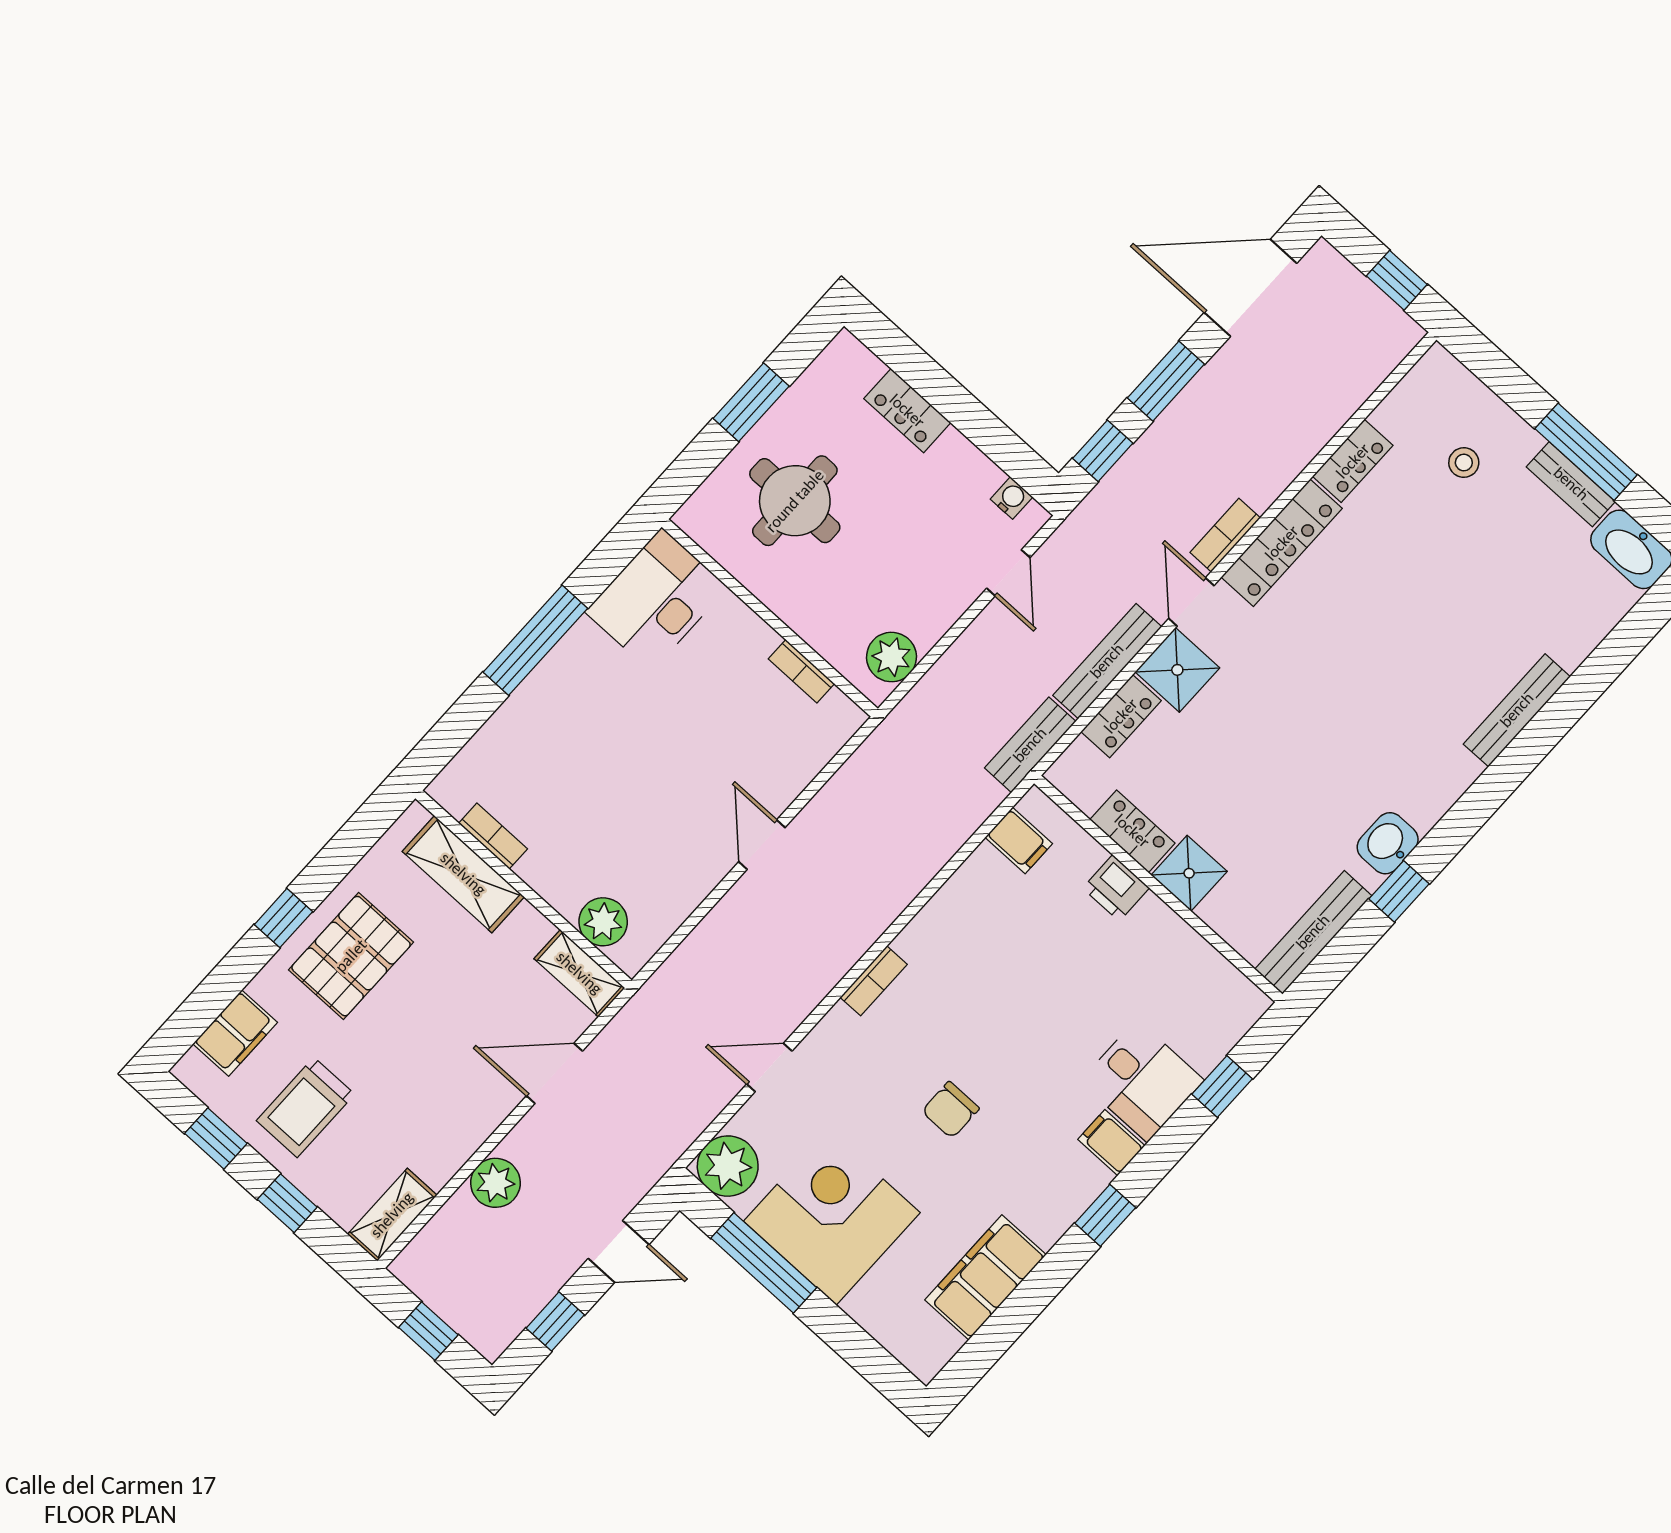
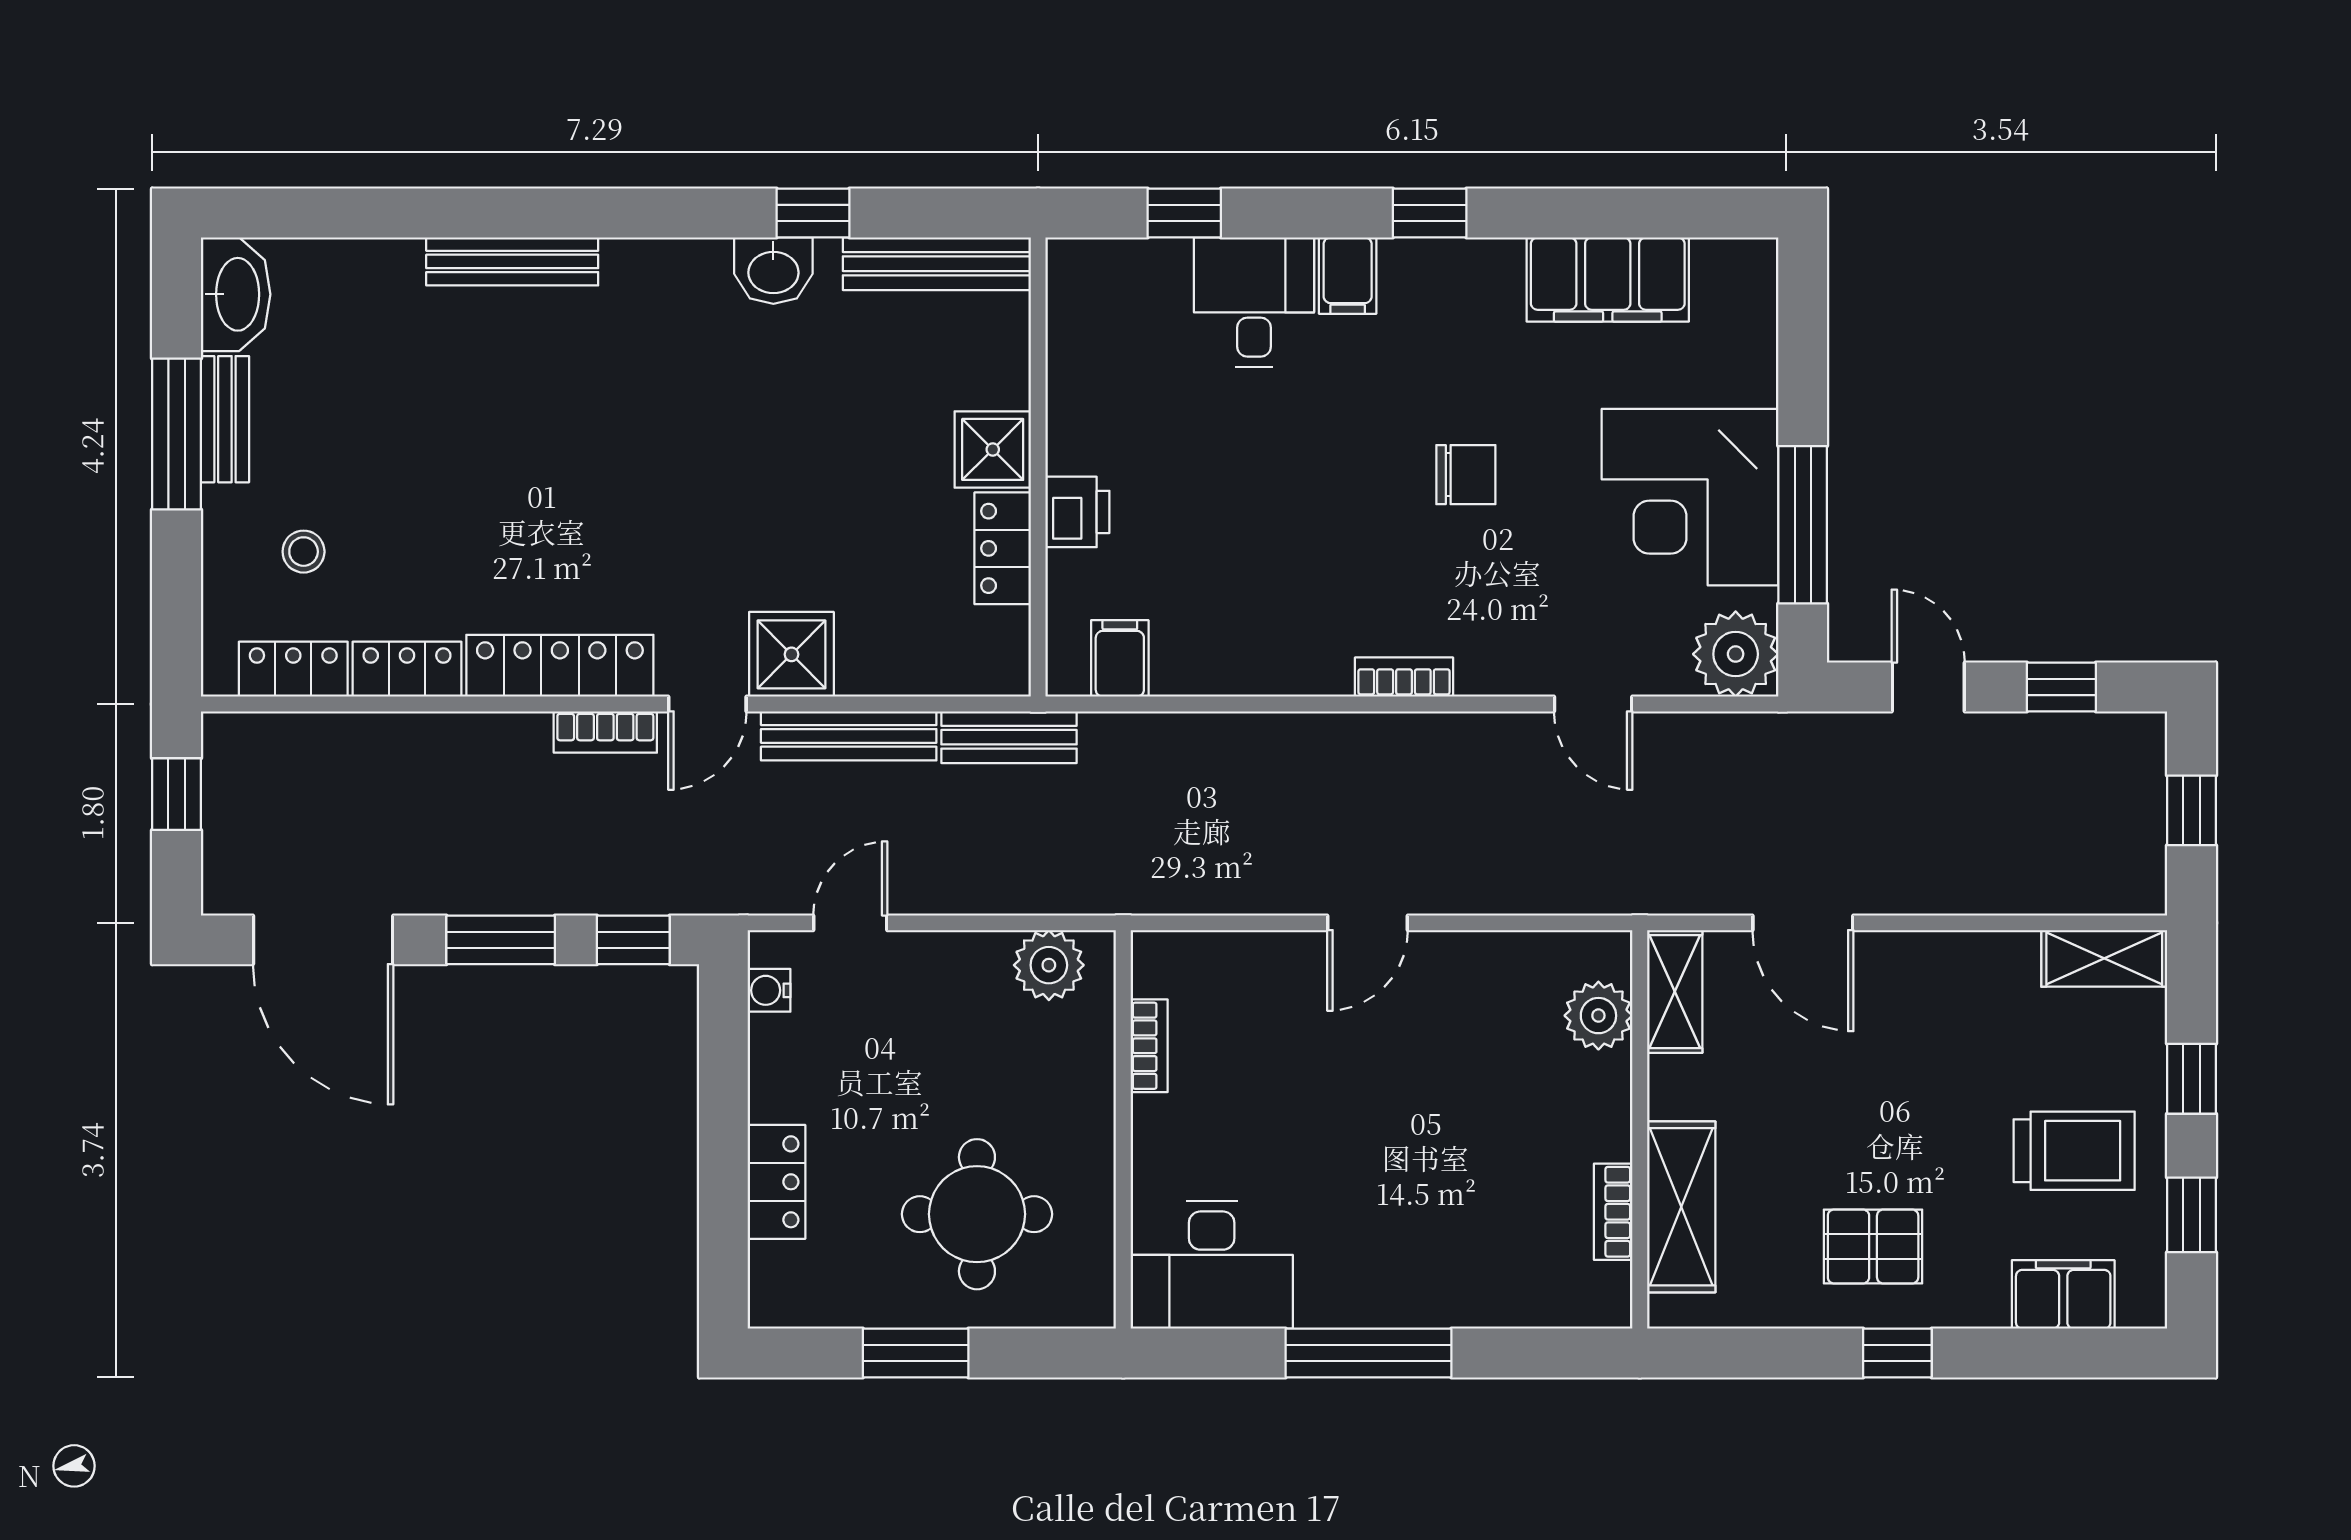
locker: (1121, 716) -> (293, 669), moved
pallet: (351, 956) -> (1873, 1246), width x0.67, depth x0.71
plant: (495, 1183) -> (1973, 881), removed

